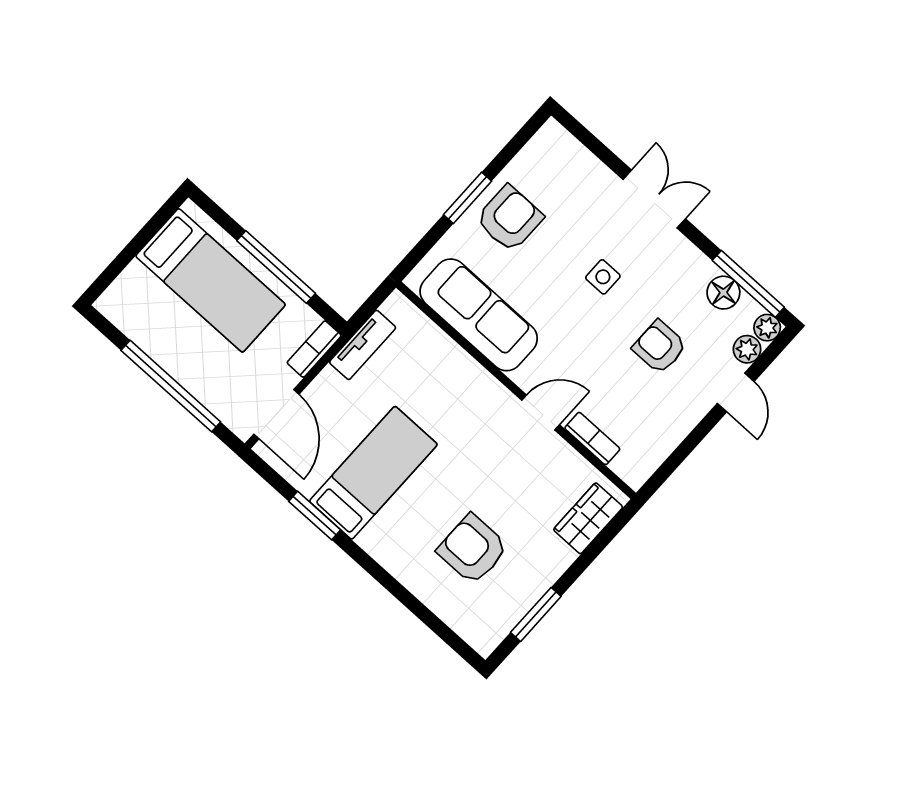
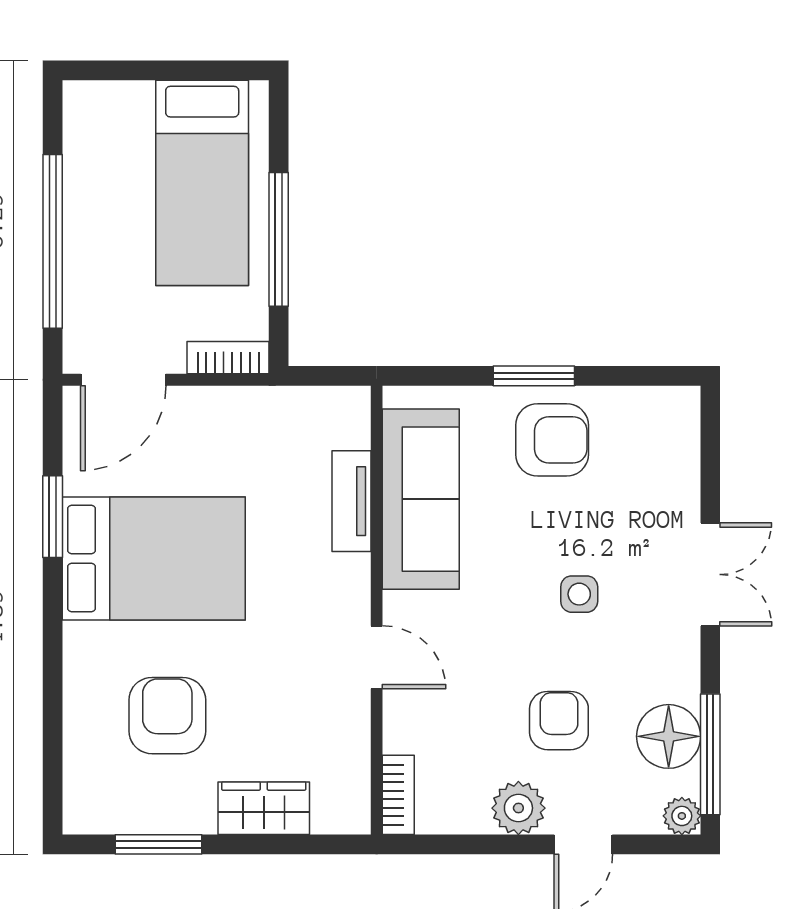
floor lamp: (723, 293) -> (669, 736), width x1.38, depth x1.38
tv unit: (363, 345) -> (351, 501), moved, turned 90
plant: (747, 349) -> (518, 808), moved, width x1.38, depth x1.38
bookcase: (592, 438) -> (398, 795), moved
bed: (373, 473) -> (154, 559), width x1.50
wardrobe: (588, 518) -> (264, 808), moved

